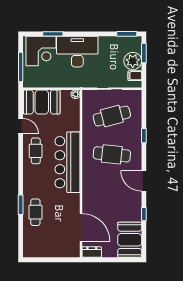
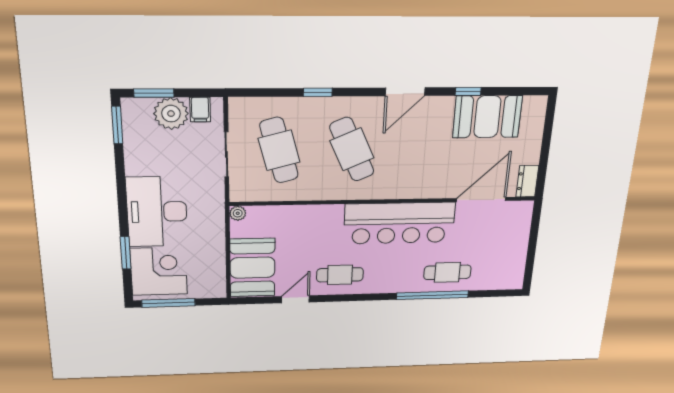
window: (21, 67) -> (169, 303), moved
cafe table: (112, 154) -> (352, 149), turned -30
bar counter: (67, 162) -> (399, 223), moved
window: (21, 205) -> (432, 295), width x2.11
booth: (130, 240) -> (487, 117), moved

